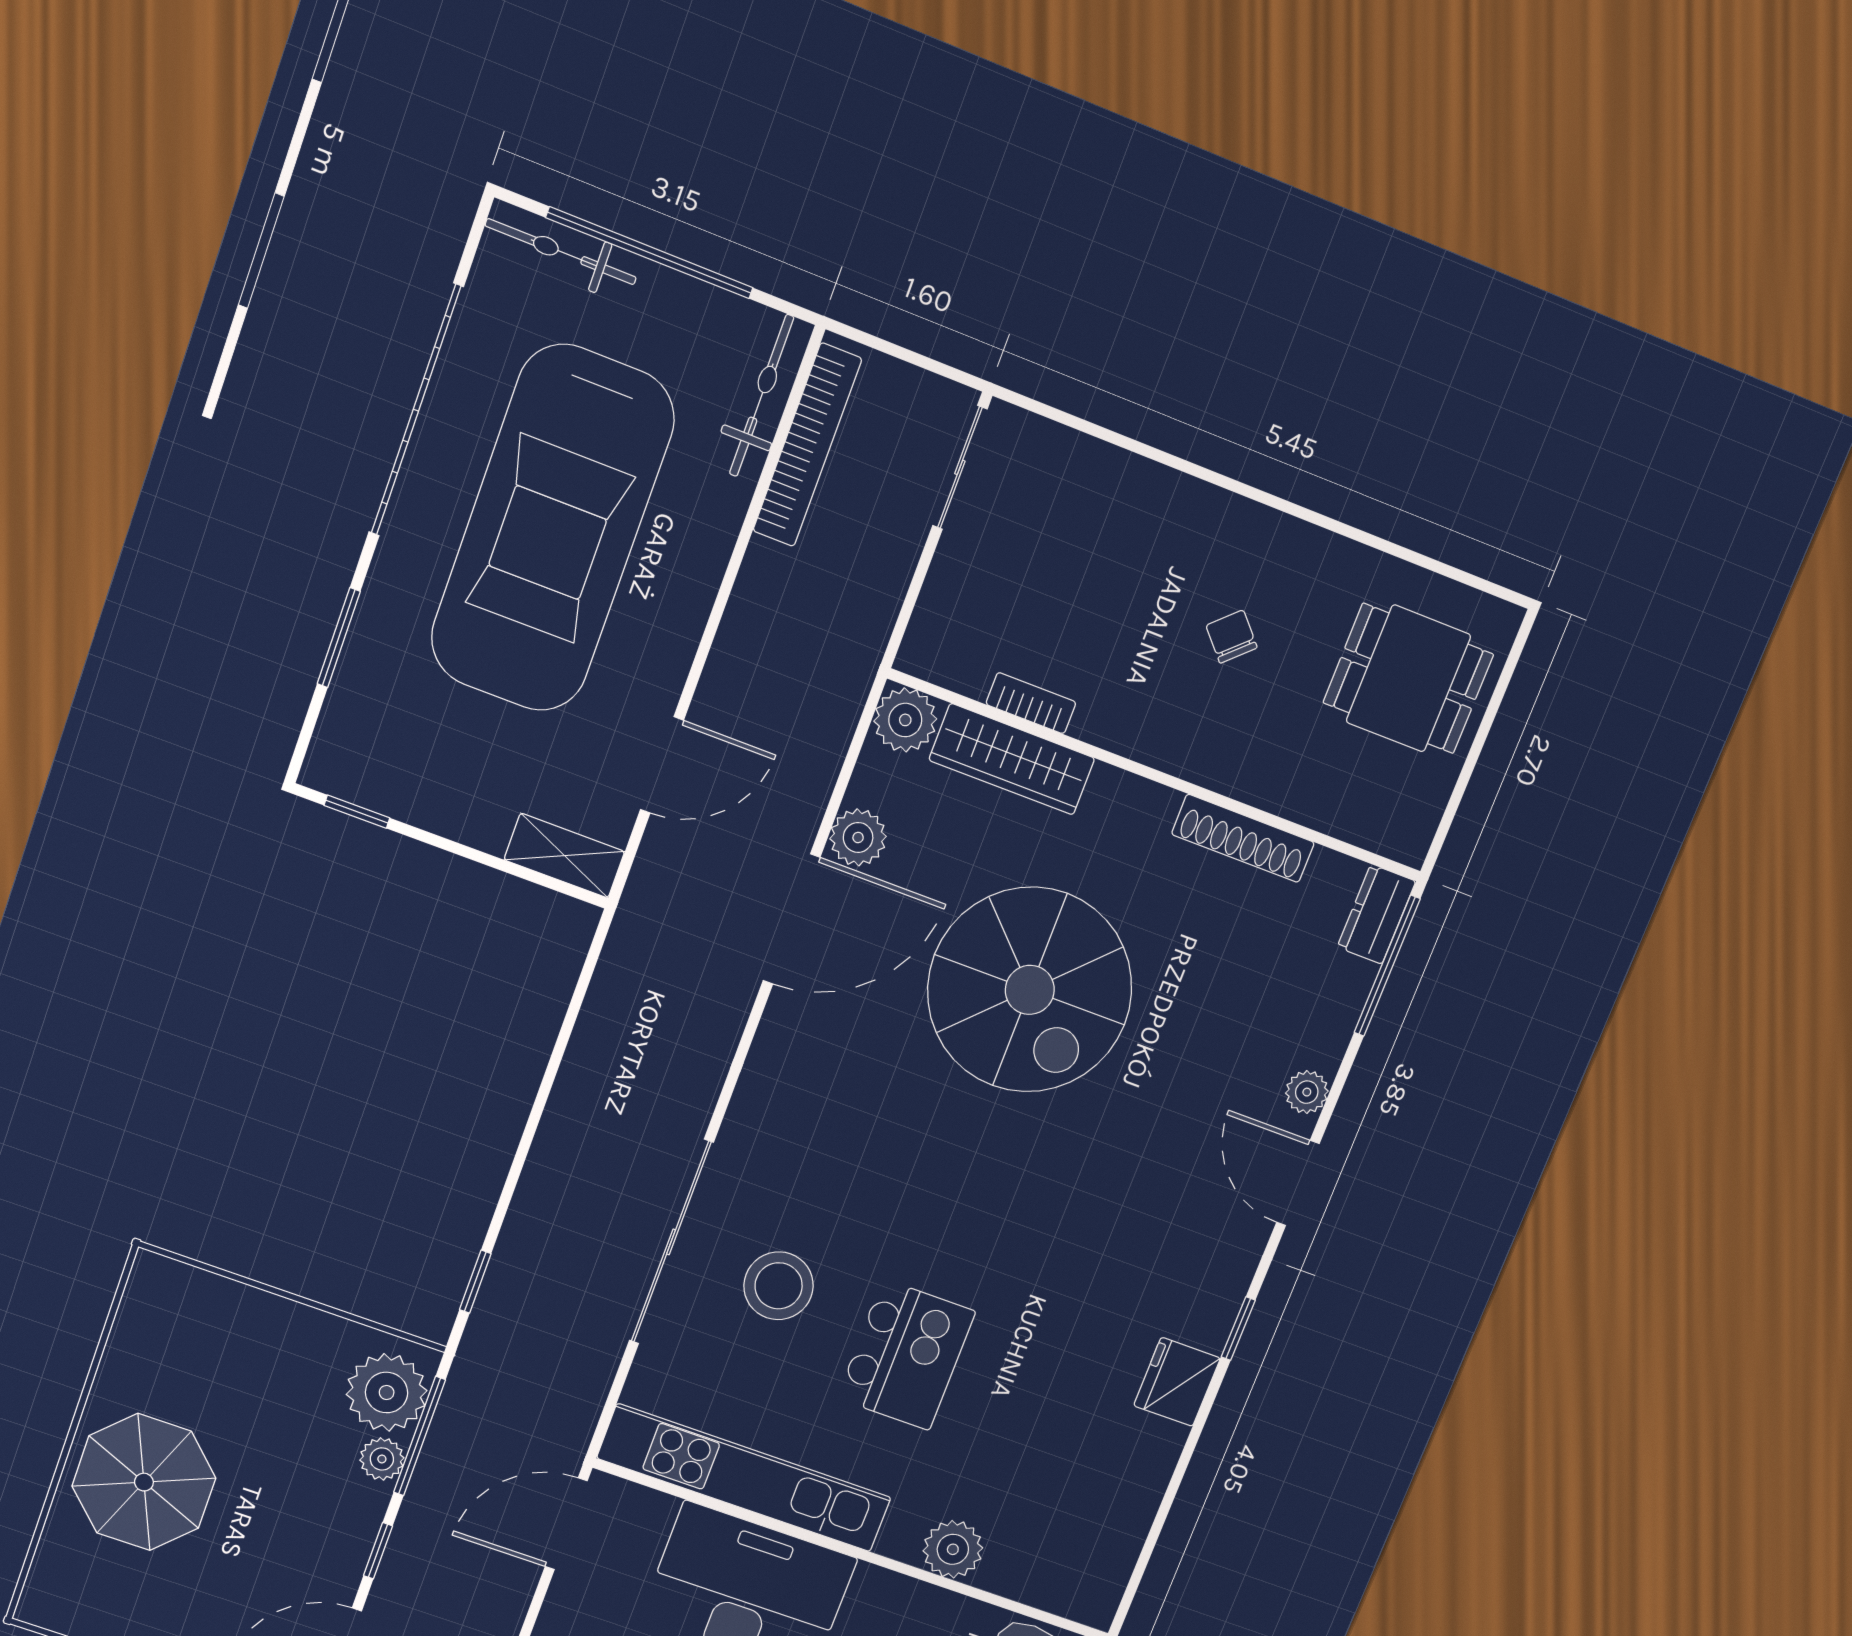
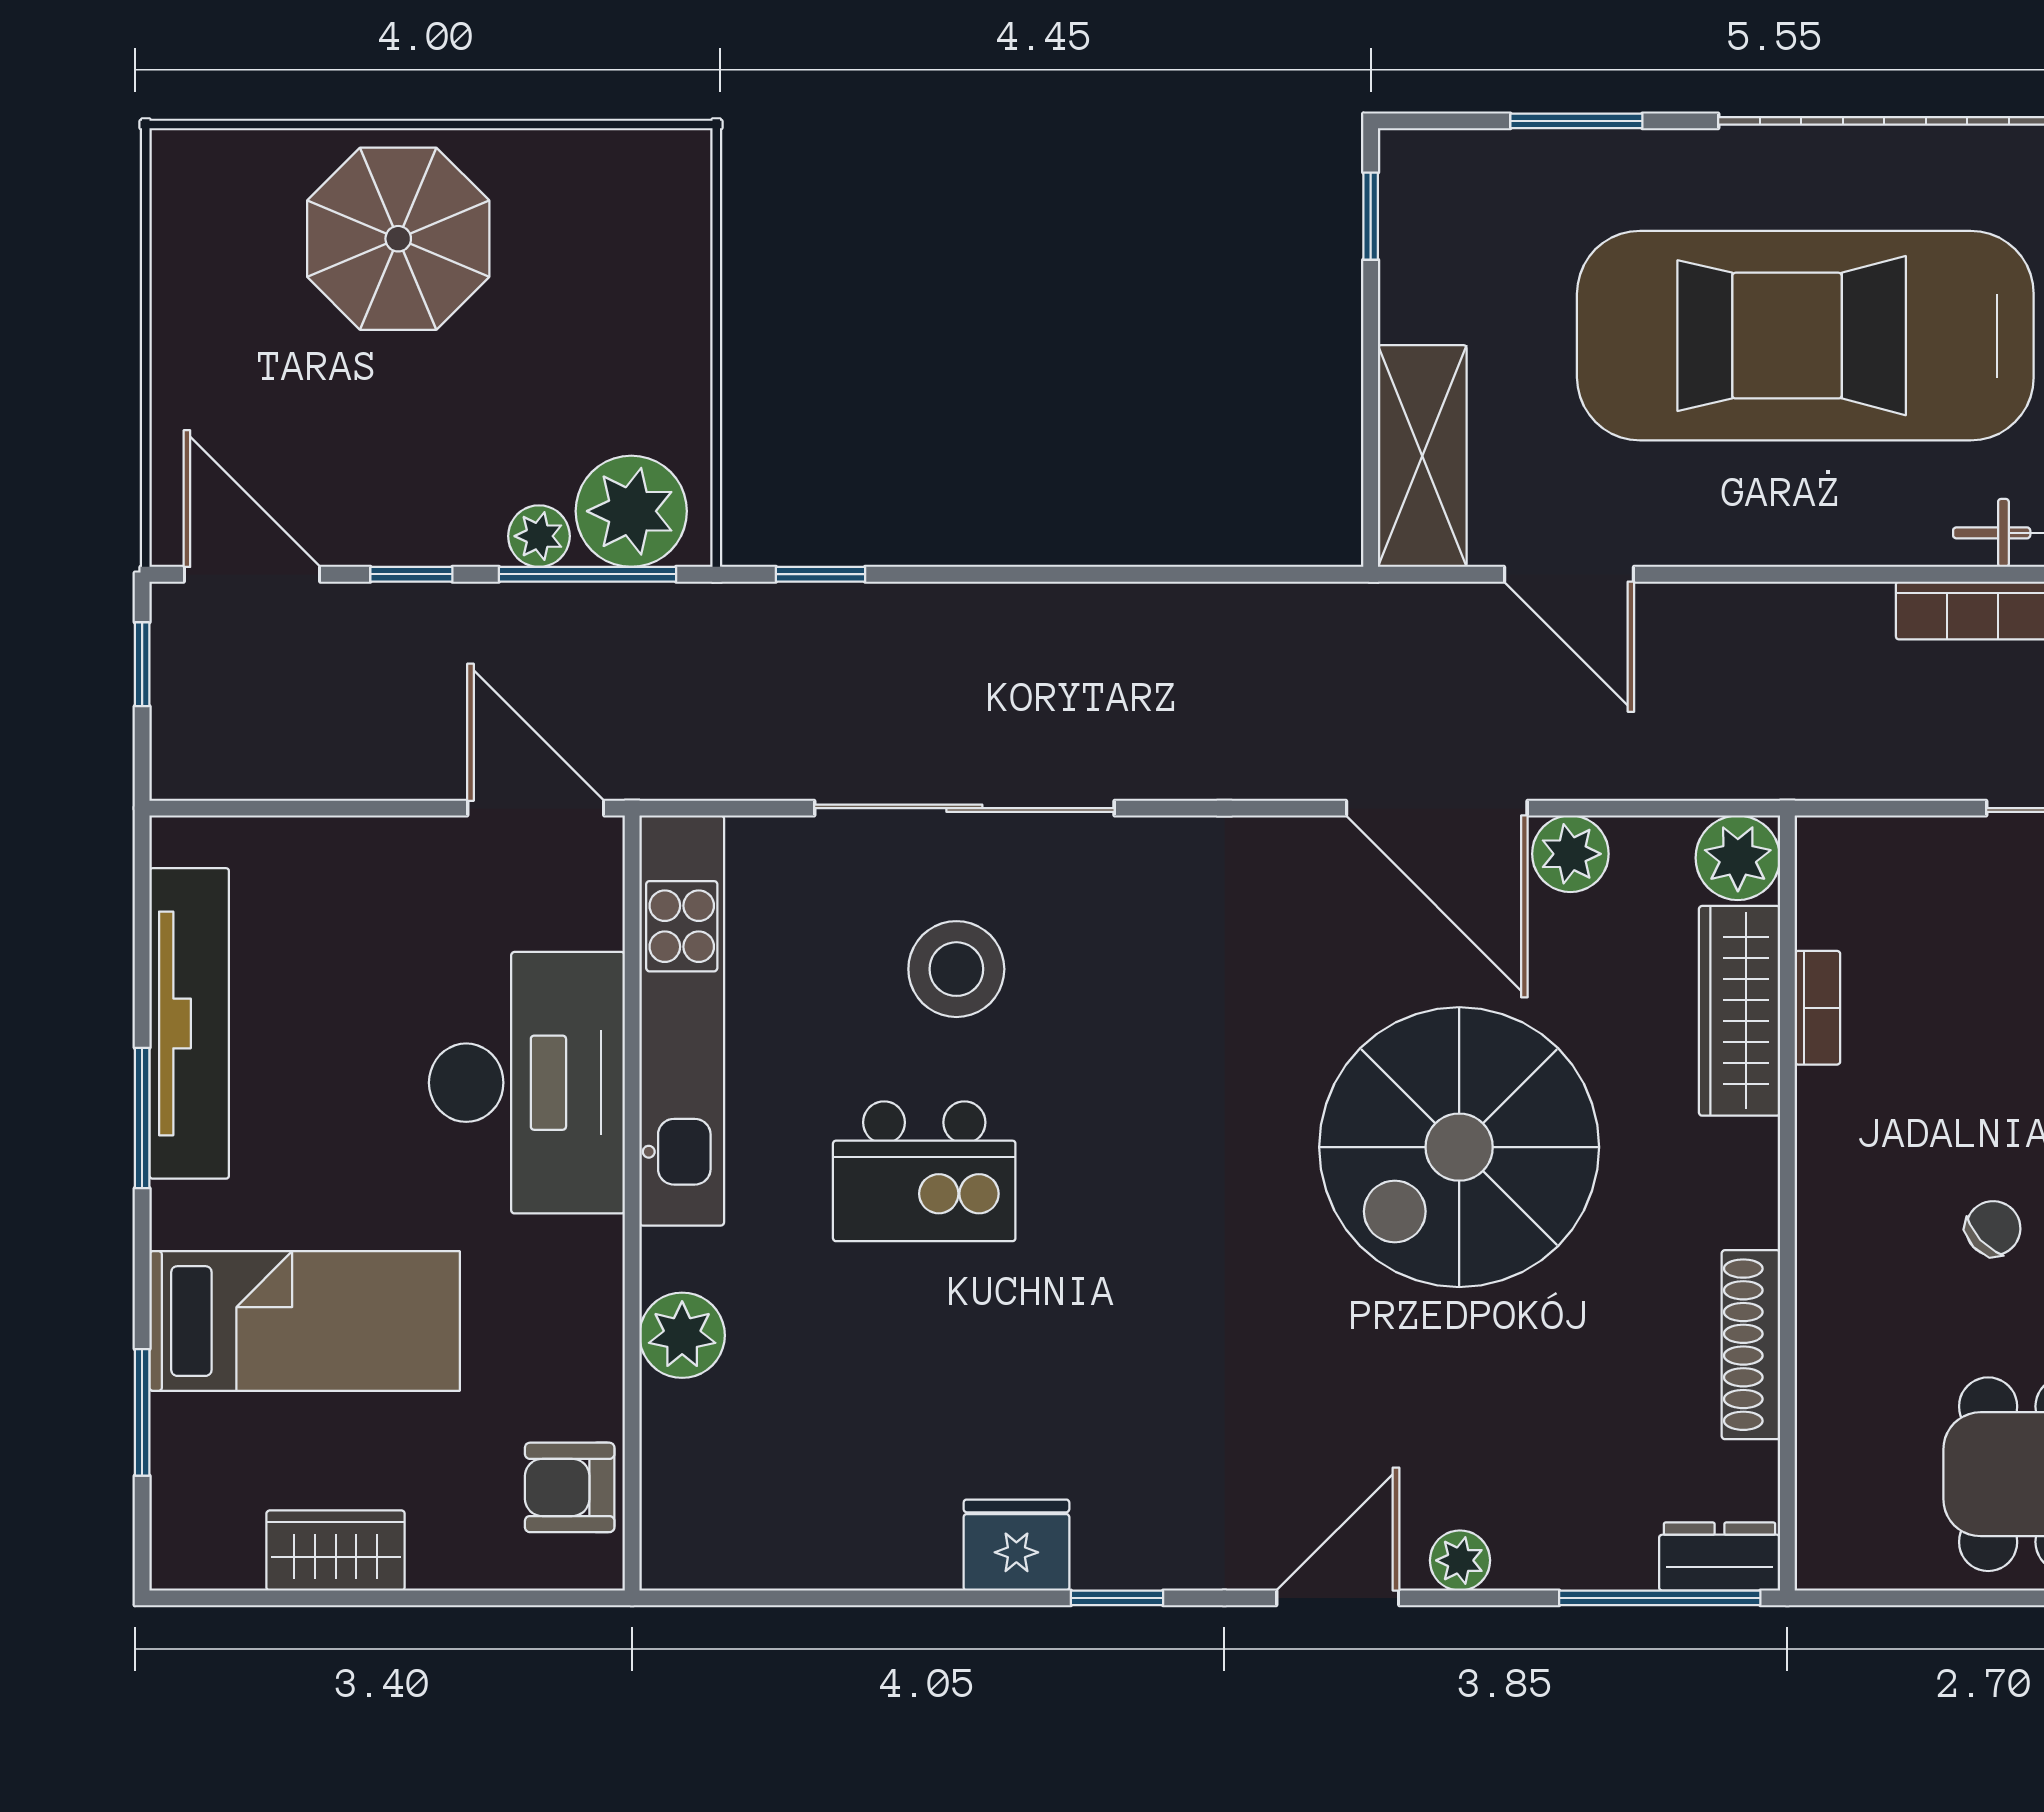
shelving: (564, 856) -> (1422, 456), width x1.50, depth x1.33

